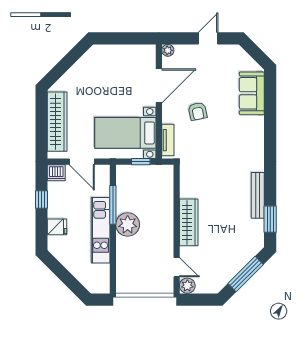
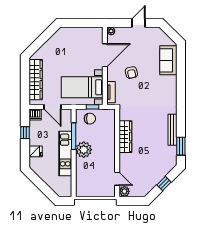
chair: (137, 179) -> (90, 119), added
wardrobe: (189, 222) -> (125, 137), moved
window: (246, 274) -> (164, 183), width x0.46

